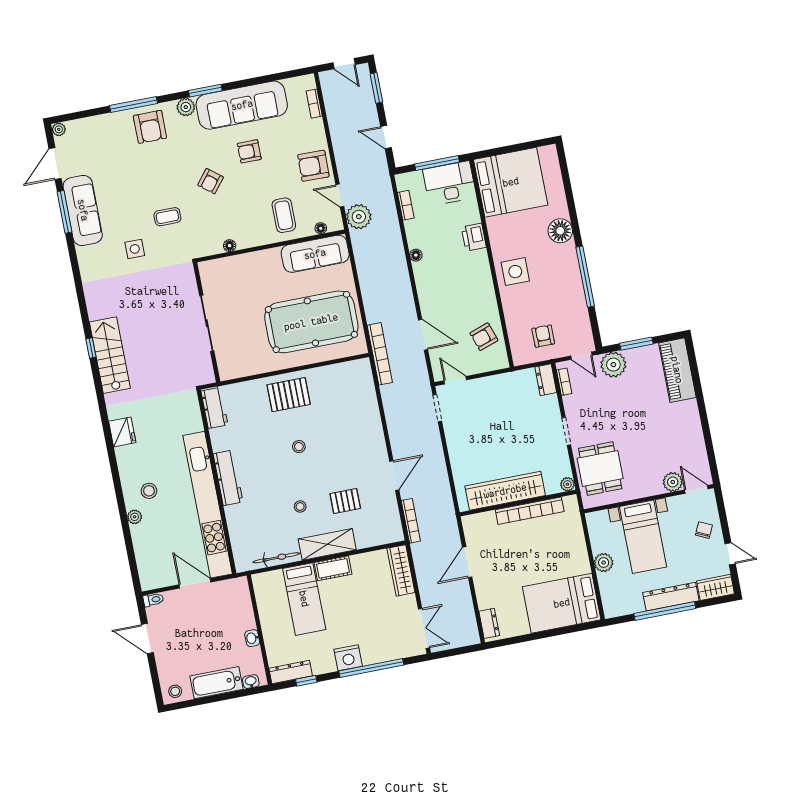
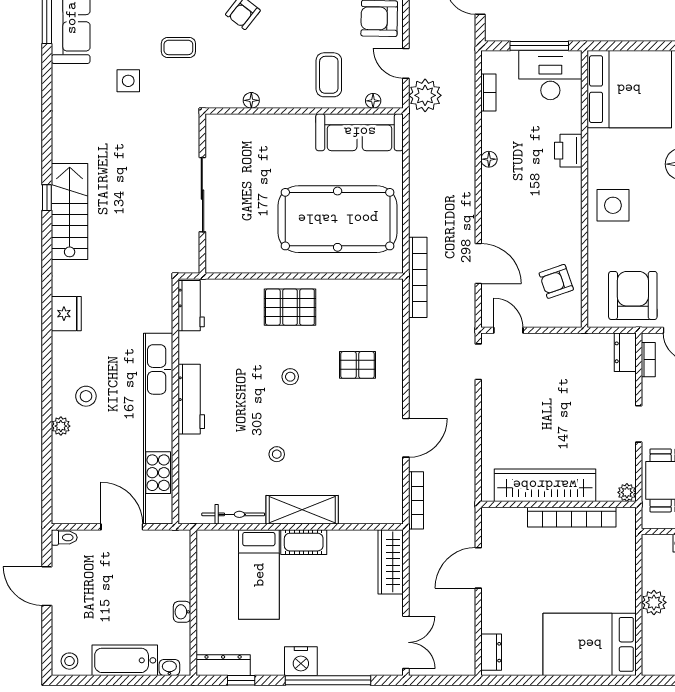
armchair: (543, 336) -> (633, 295), width x1.88, depth x1.88
pallet: (345, 501) -> (357, 365), moved

